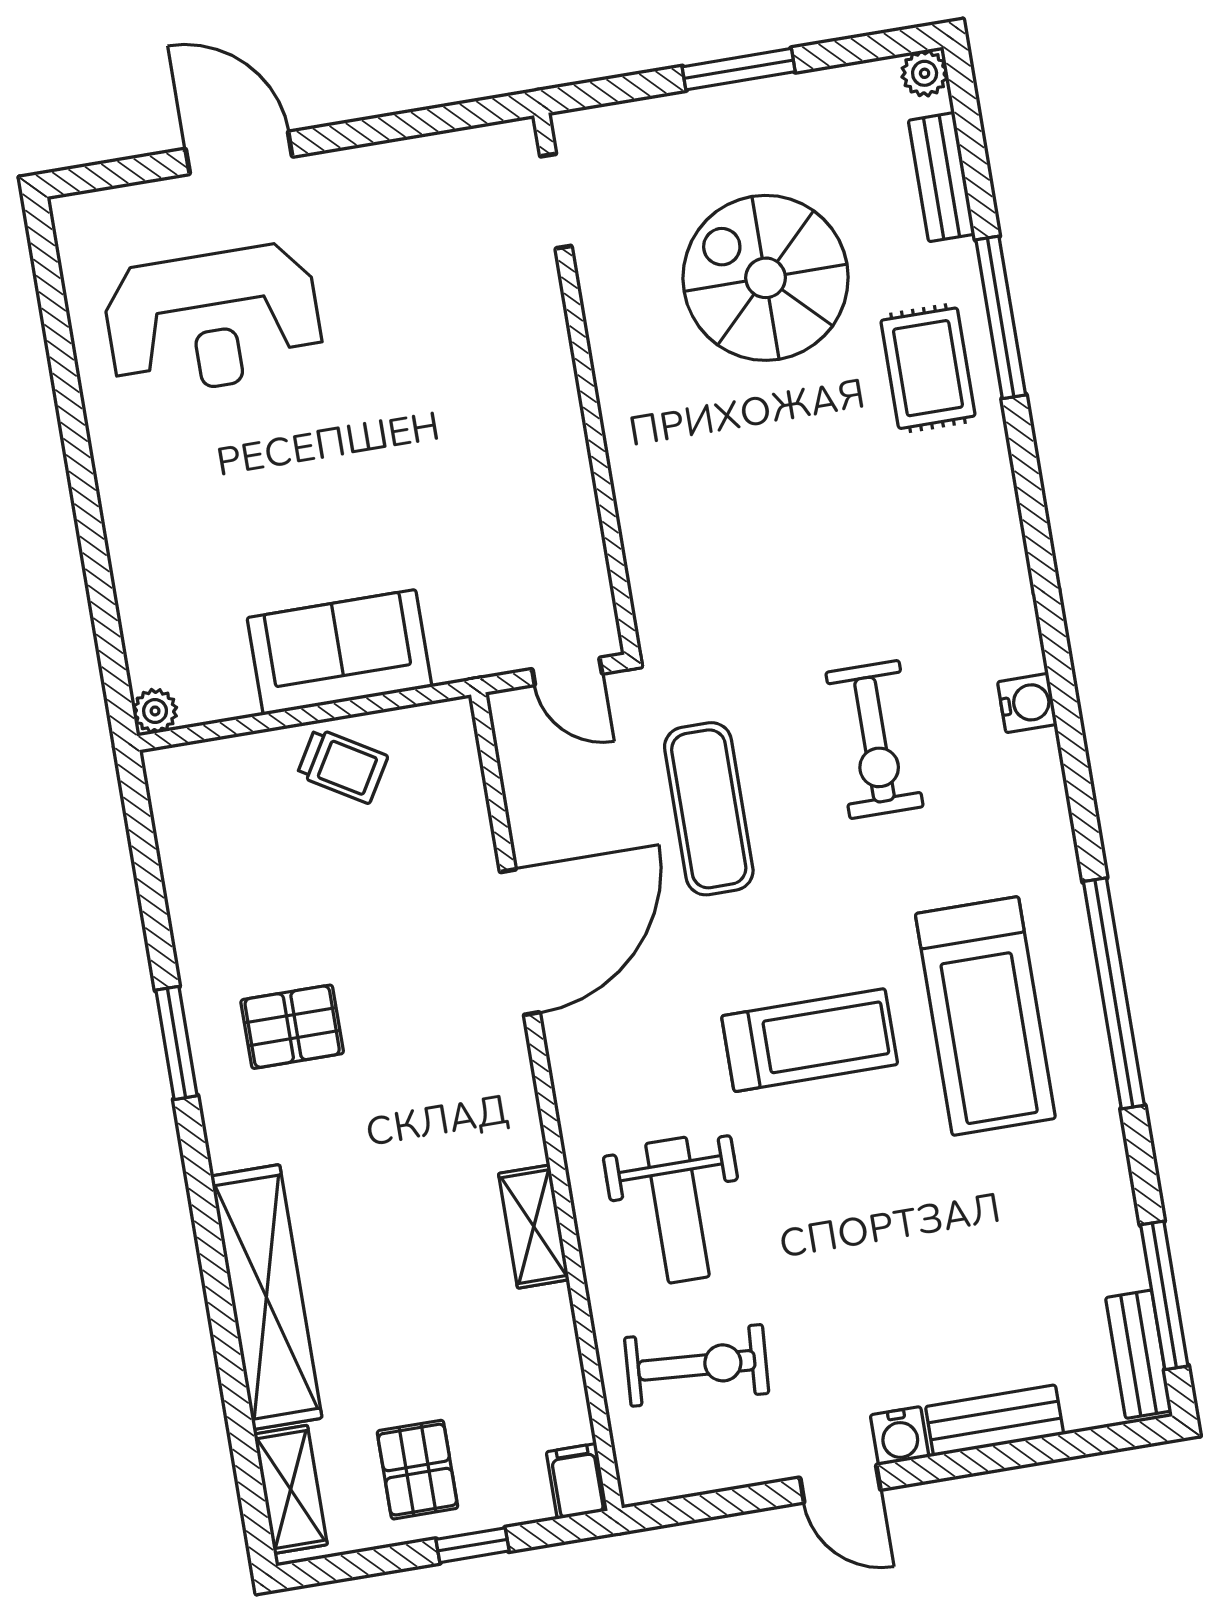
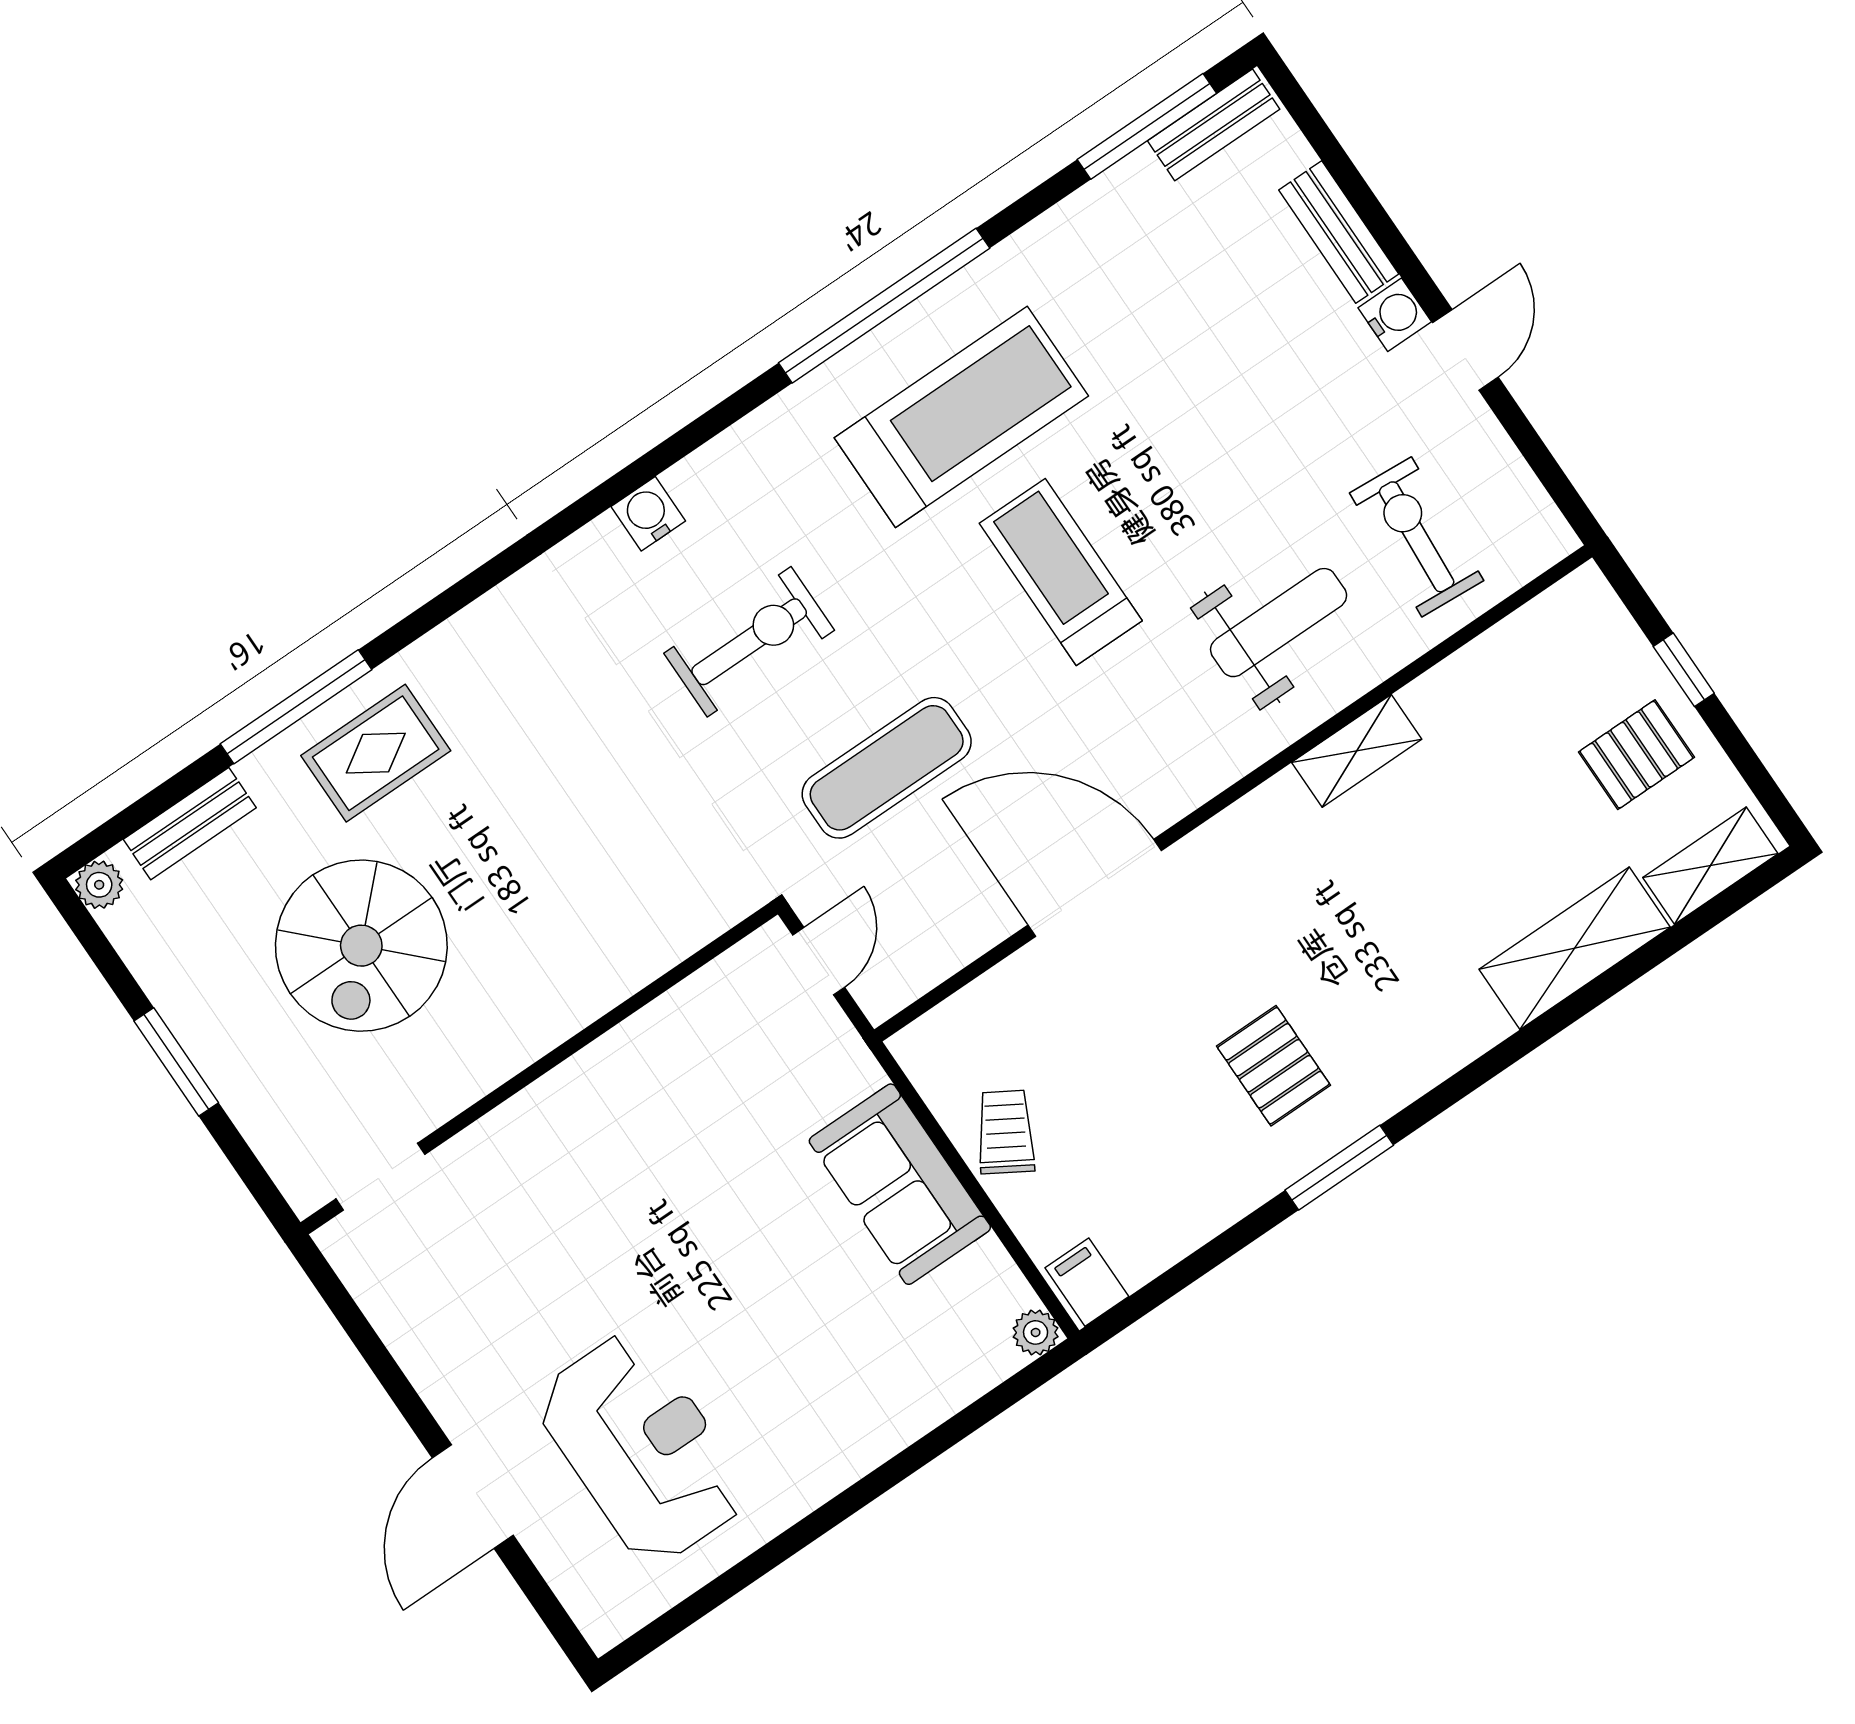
shelving: (266, 1297) -> (1575, 948), width x0.68
filing cabinet: (577, 1481) -> (1087, 1282), moved, turned 90

